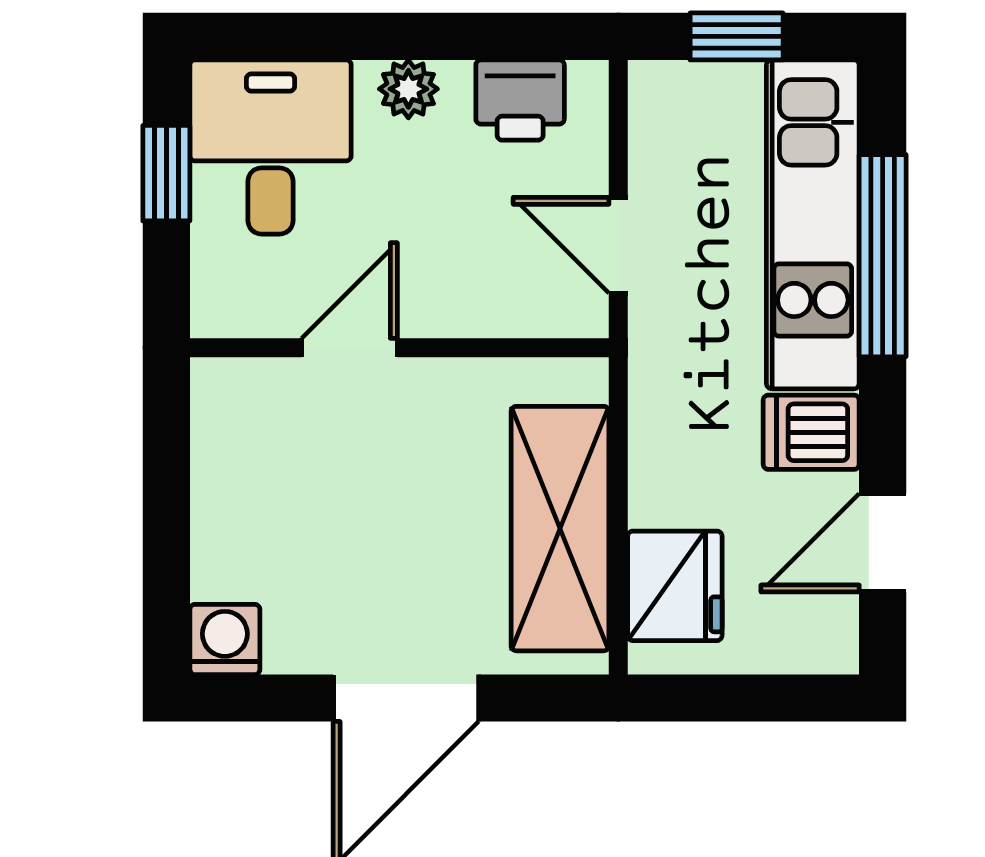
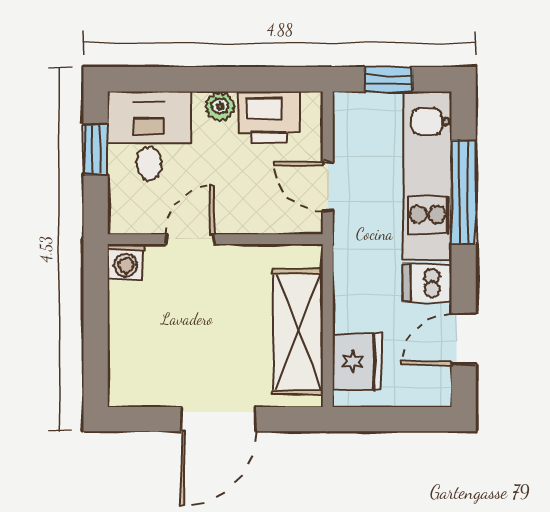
printer: (520, 100) -> (269, 117), width x1.36, depth x1.24
washing machine: (225, 639) -> (126, 262), moved, turned 180

